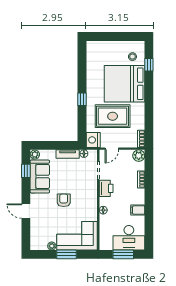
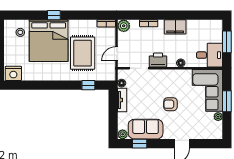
window: (149, 65) -> (54, 15), moved
window: (82, 99) -> (88, 85), moved
nightstand: (93, 140) -> (13, 73), moved
door: (112, 149) -> (116, 54), swing flipped
filing cabinet: (138, 210) -> (175, 27), width x2.00
desk: (129, 238) -> (209, 55), moved, width x0.73

